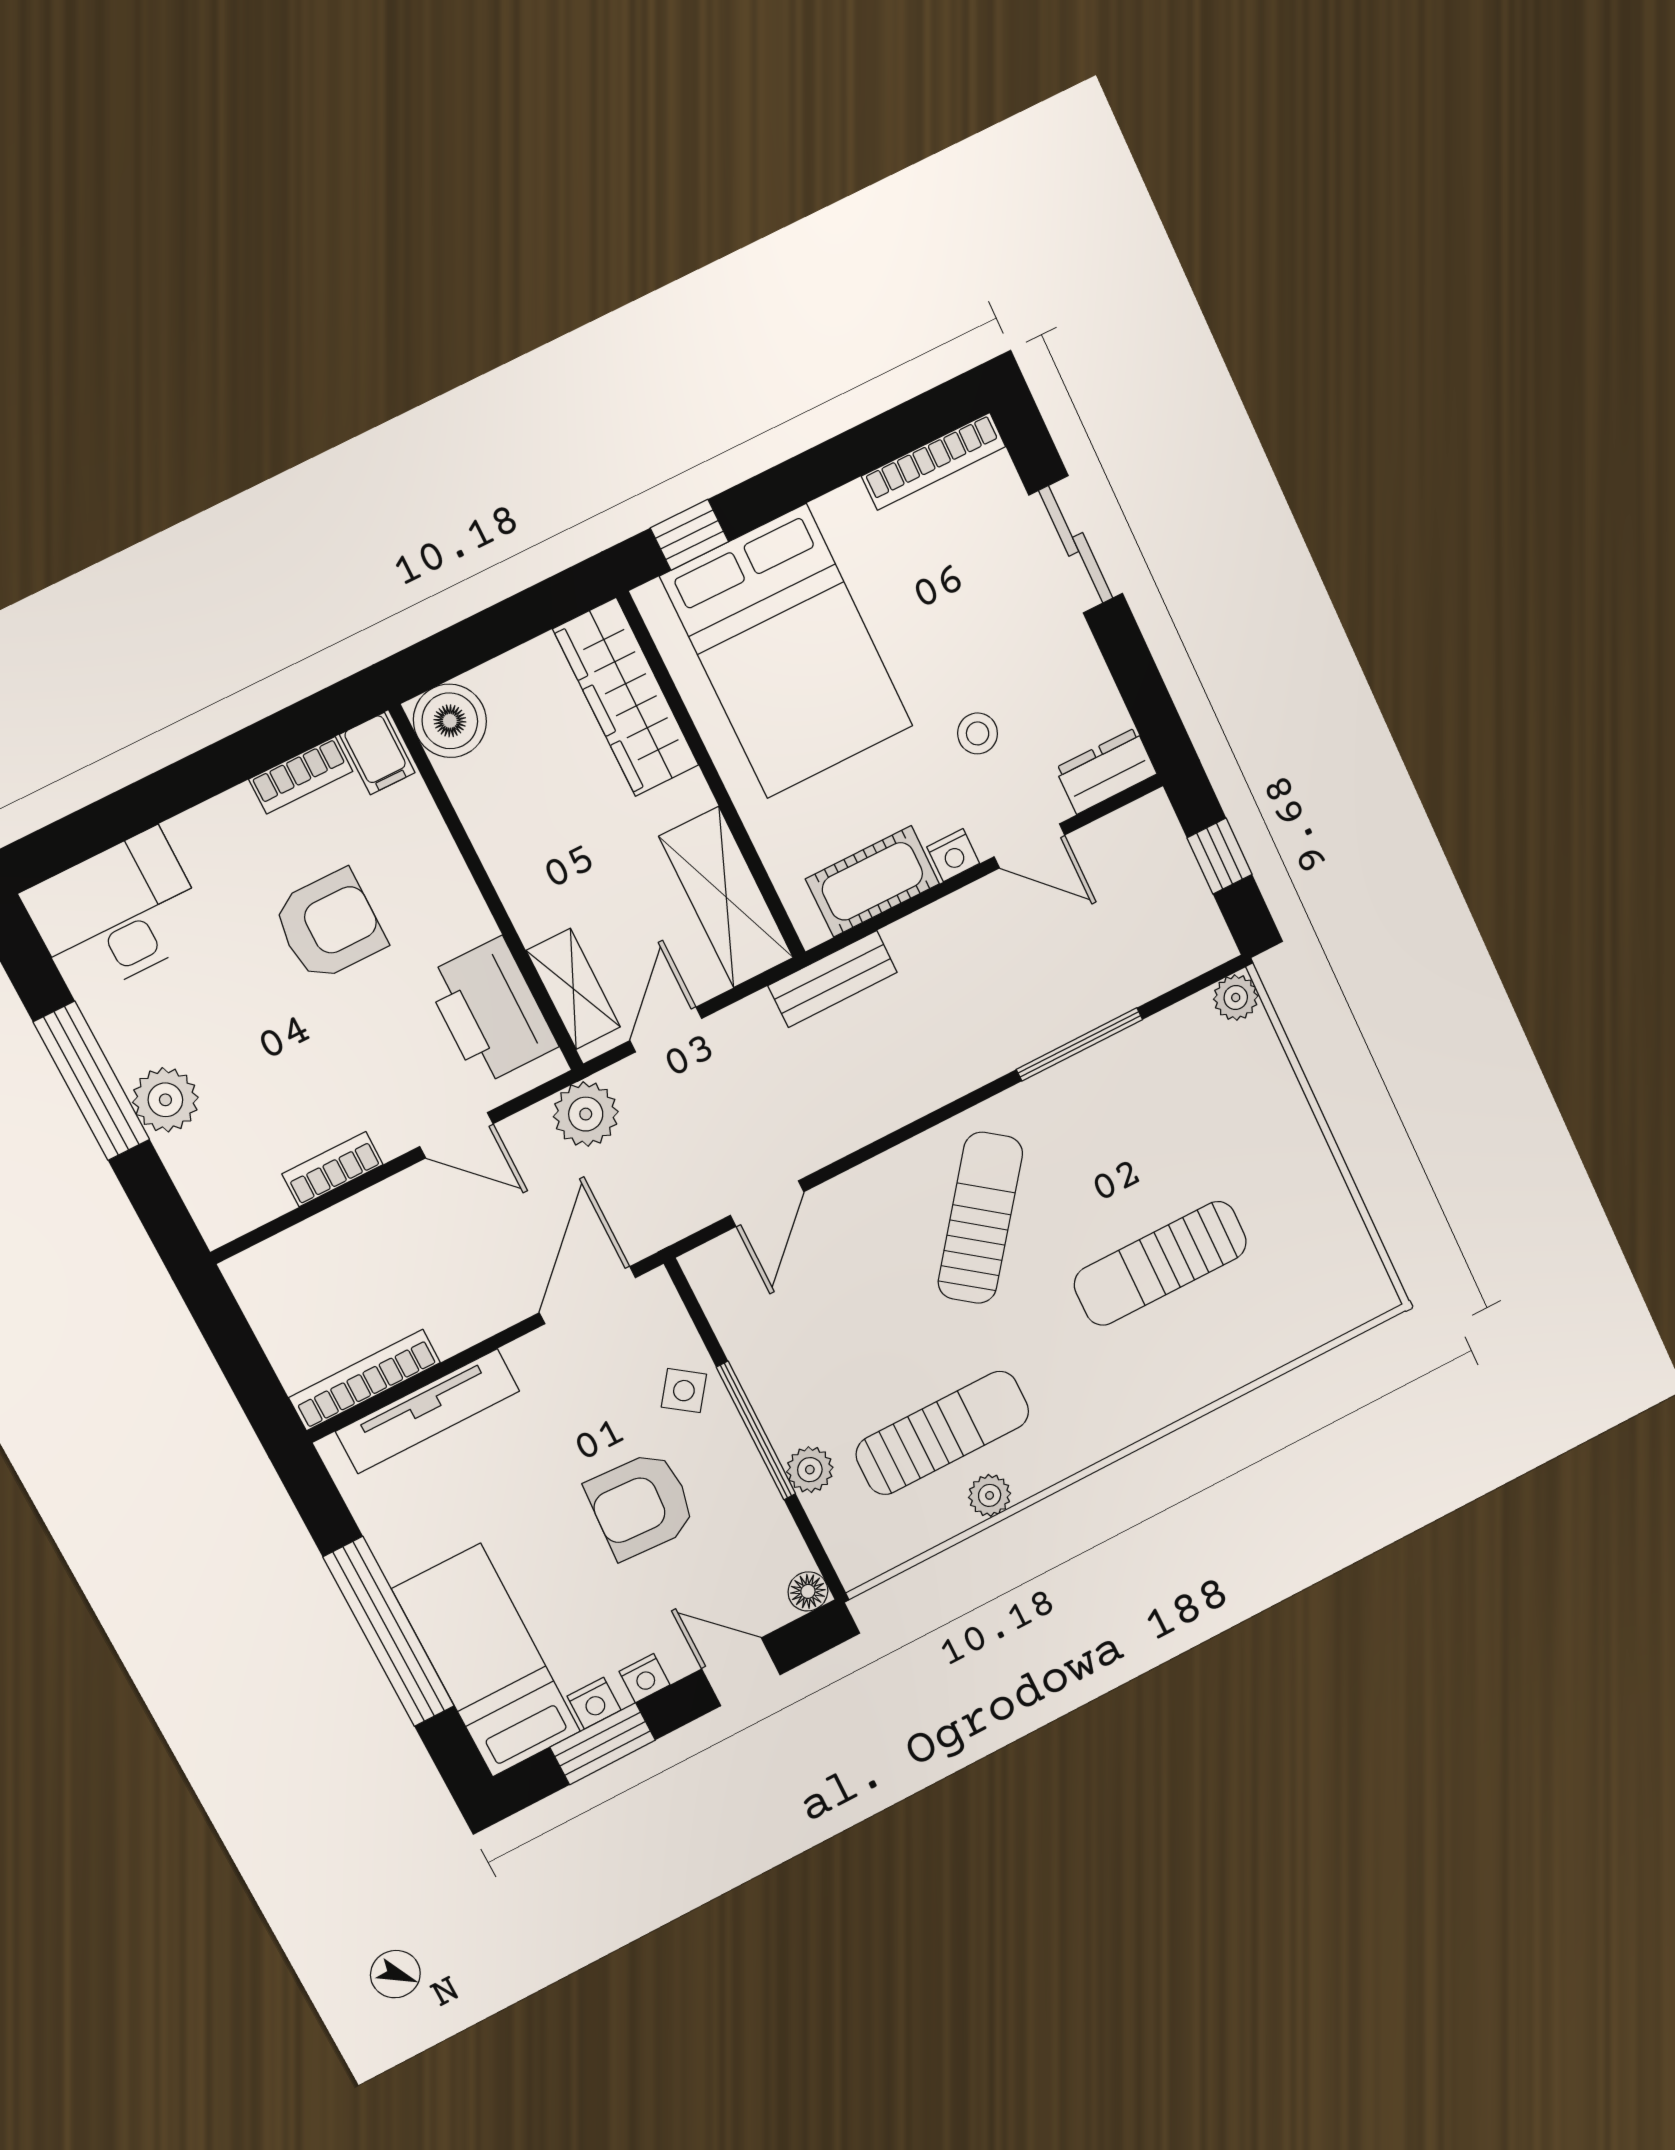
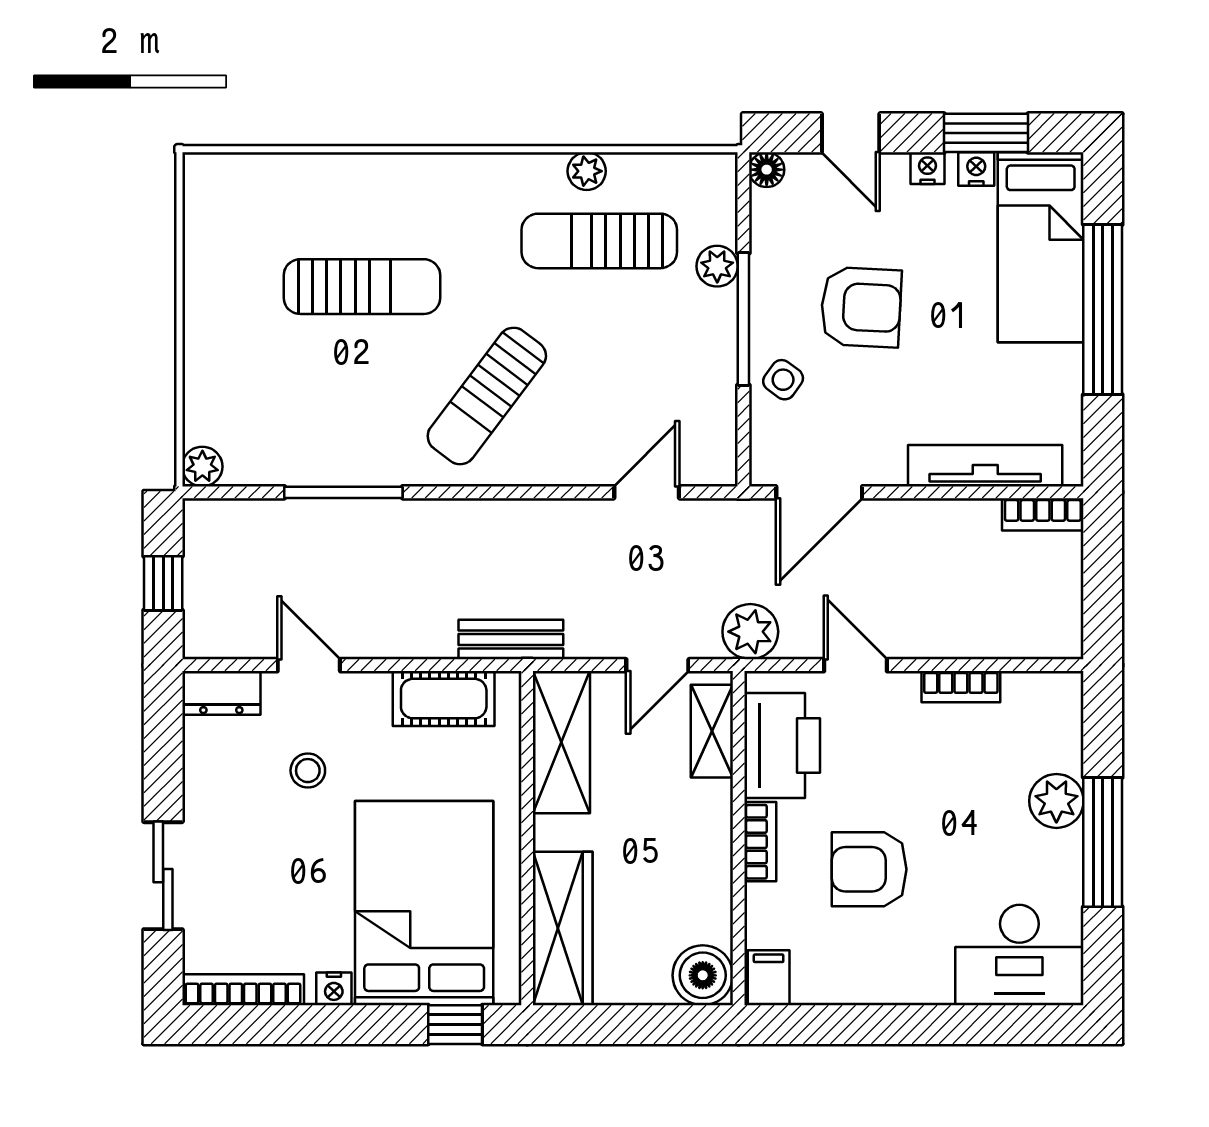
bookcase: (301, 775) -> (760, 842), moved, turned 90
nightstand: (953, 855) -> (334, 989), moved, turned 180
bookcase: (365, 1380) -> (1043, 514), width x0.64

